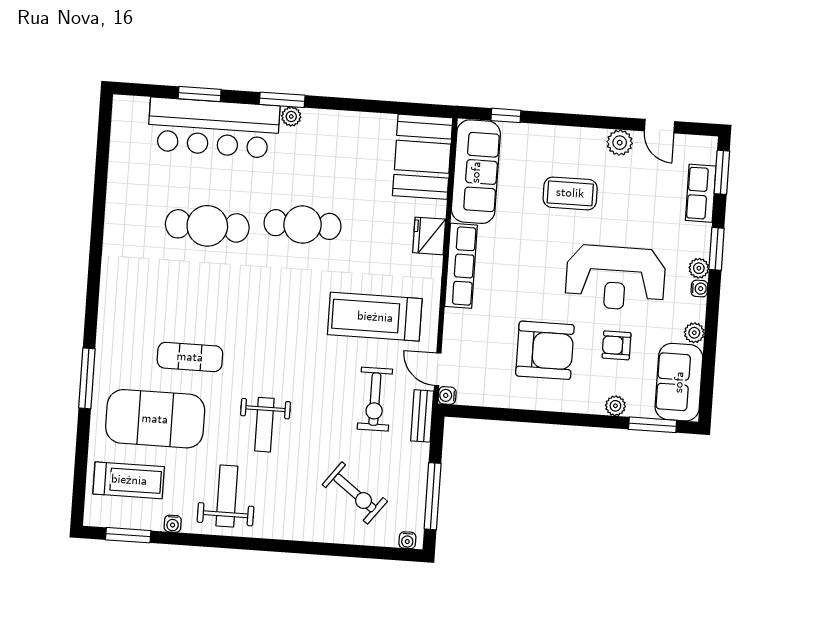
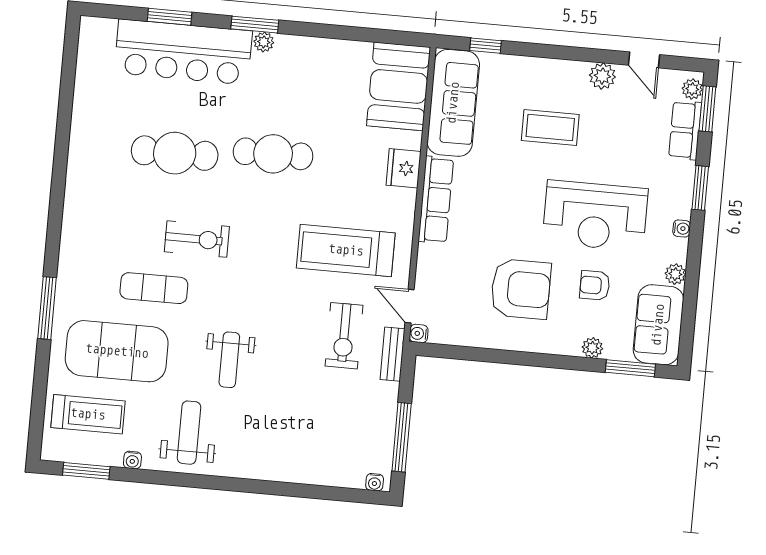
plant: (699, 268) -> (692, 89), moved
exercise bike: (355, 493) -> (197, 239), moved, turned -37

